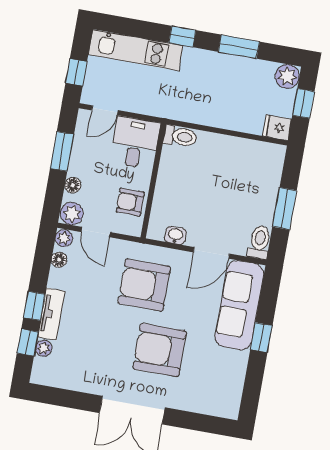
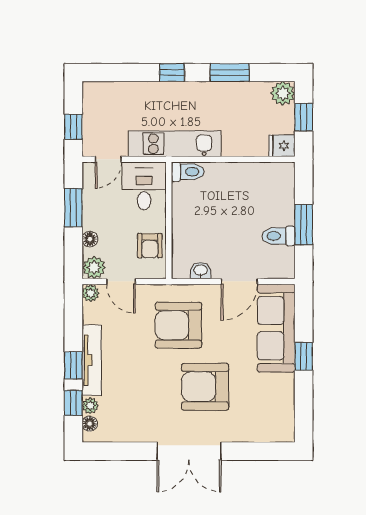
kitchen unit: (136, 50) -> (175, 144), moved, turned 180
armchair: (130, 202) -> (150, 246), turned -90
toilet: (260, 242) -> (278, 236), moved, turned -90
floor lamp: (59, 260) -> (90, 424), moved
tv unit: (51, 314) -> (92, 360), width x1.41

